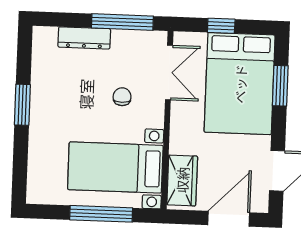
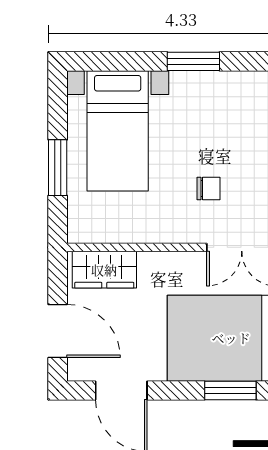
bed with nightstands: (115, 167) -> (118, 131), moved, turned 180
window: (101, 214) -> (58, 168), width x0.69

